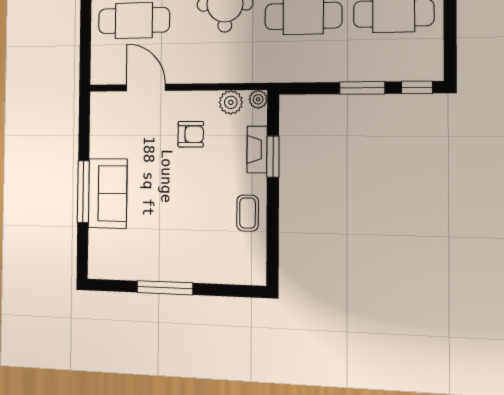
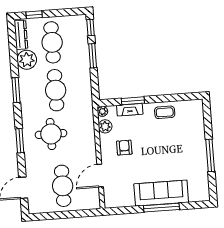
sofa: (108, 193) -> (161, 193), width x1.36

